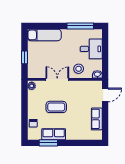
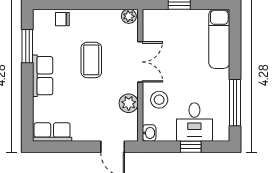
window: (105, 51) -> (191, 147), added
plant: (81, 86) -> (129, 103), added
row of seats: (97, 119) -> (52, 132), moved
row of seats: (54, 134) -> (43, 76), moved

